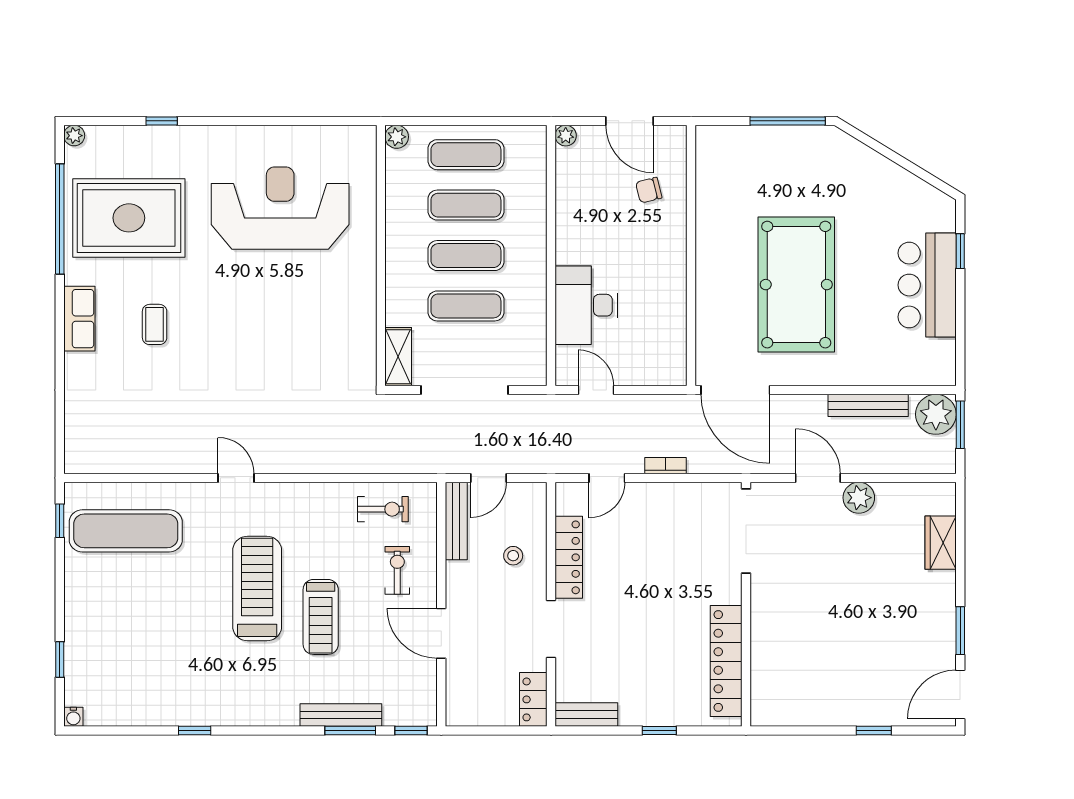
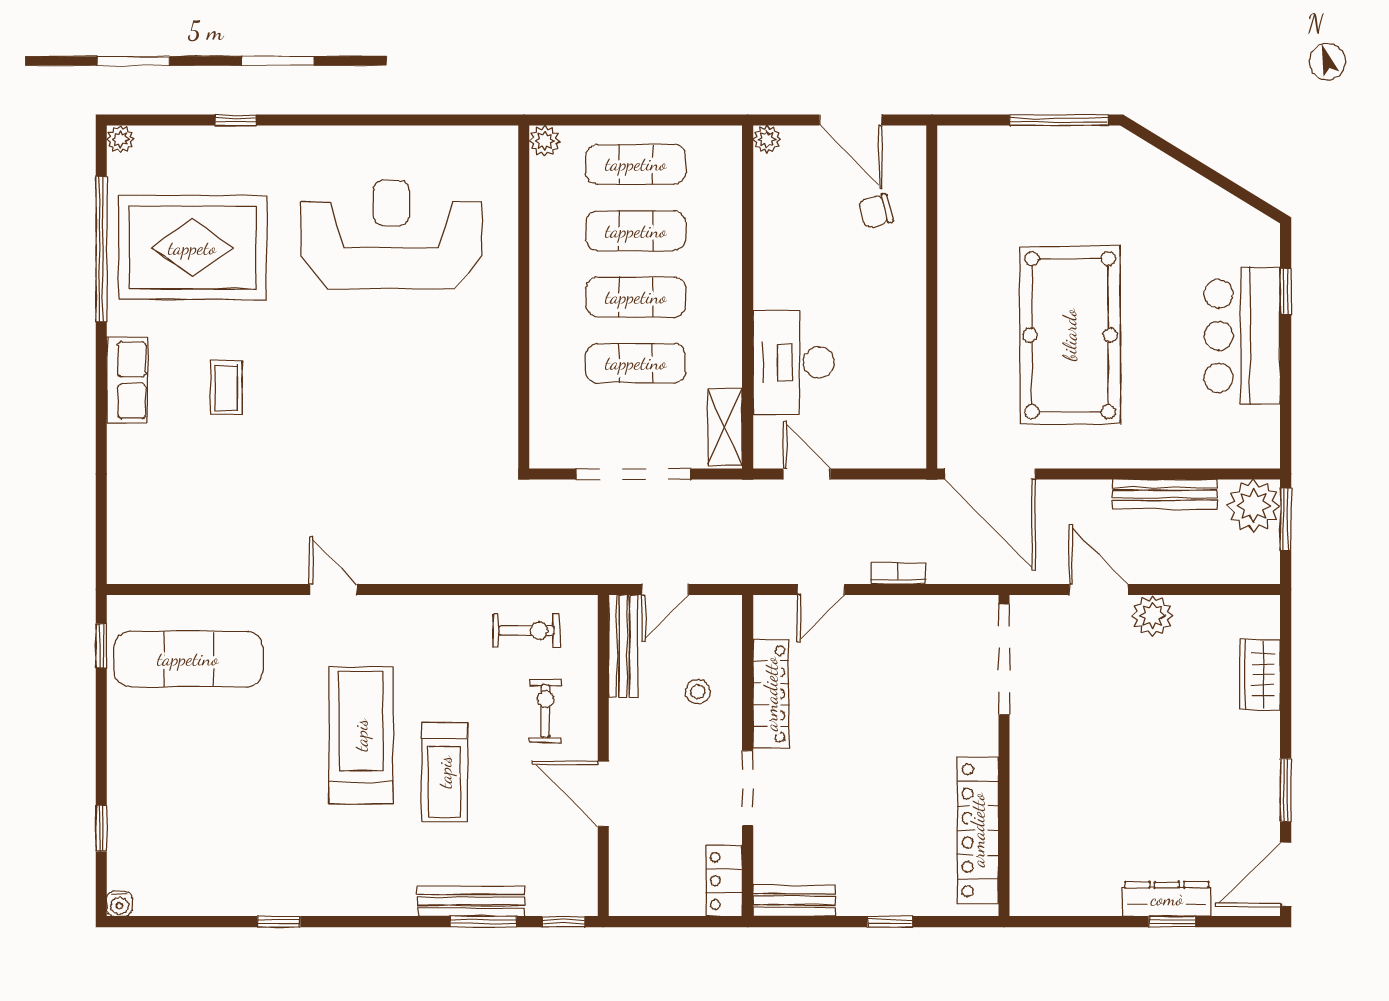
shelving: (398, 357) -> (725, 427), moved
dresser: (870, 713) -> (1167, 899), added

